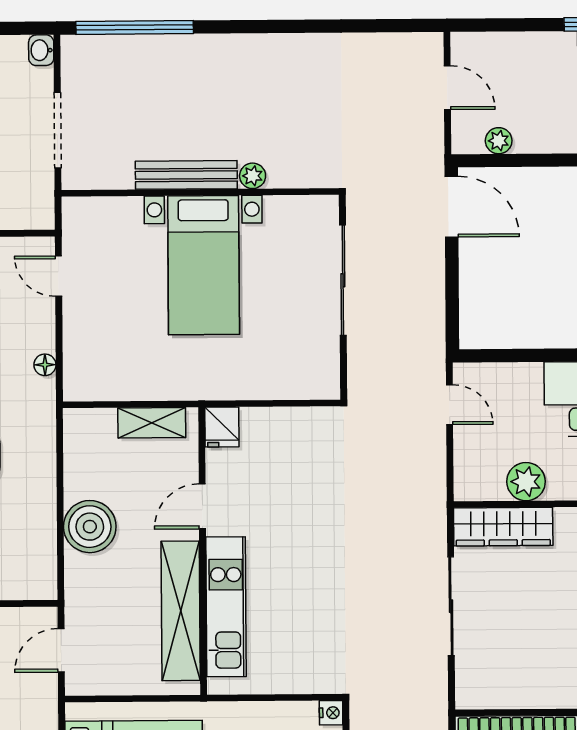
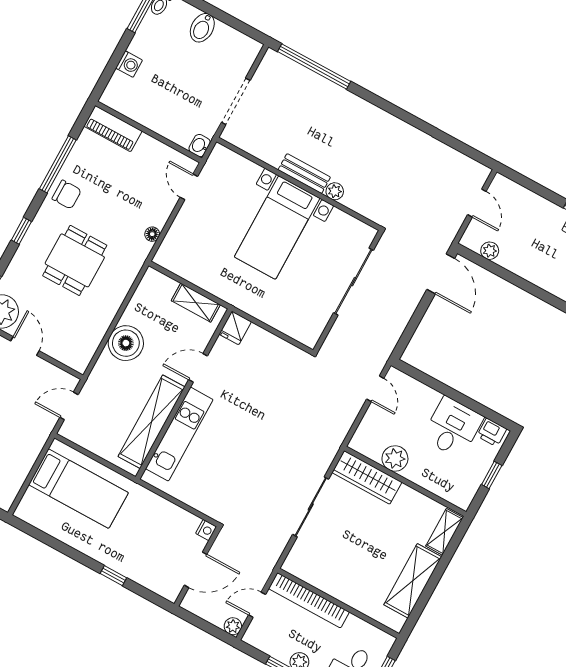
washbasin: (41, 50) -> (200, 146), moved
bench: (186, 175) -> (304, 174), width x0.73

